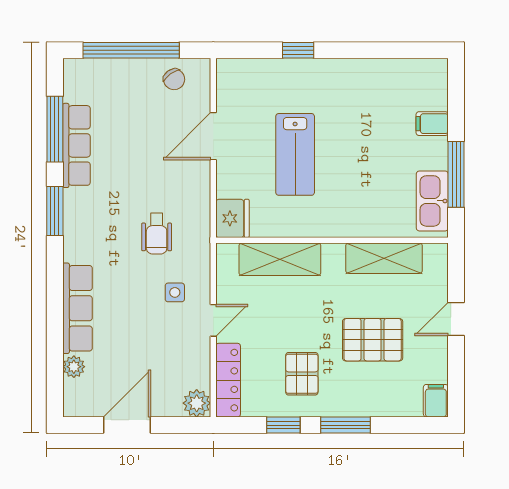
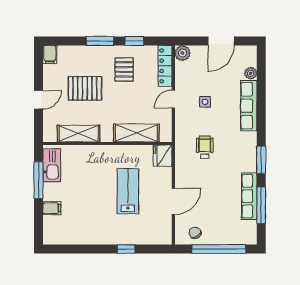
side table: (175, 292) -> (205, 102), moved

